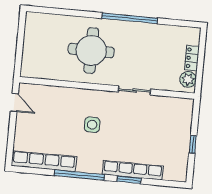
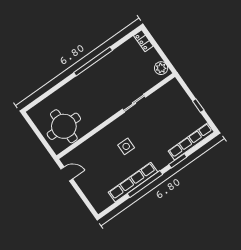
round table: (91, 50) -> (64, 126), moved
locker: (192, 58) -> (143, 41), moved
row of seats: (44, 161) -> (133, 182), moved
row of seats: (133, 170) -> (191, 141), moved

